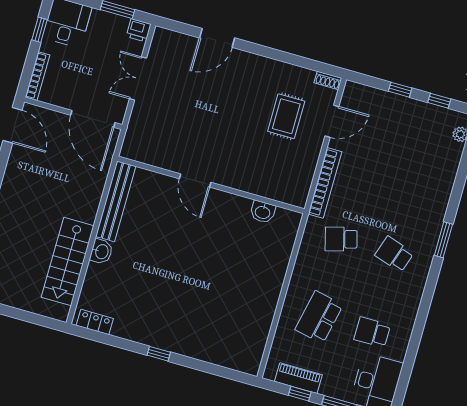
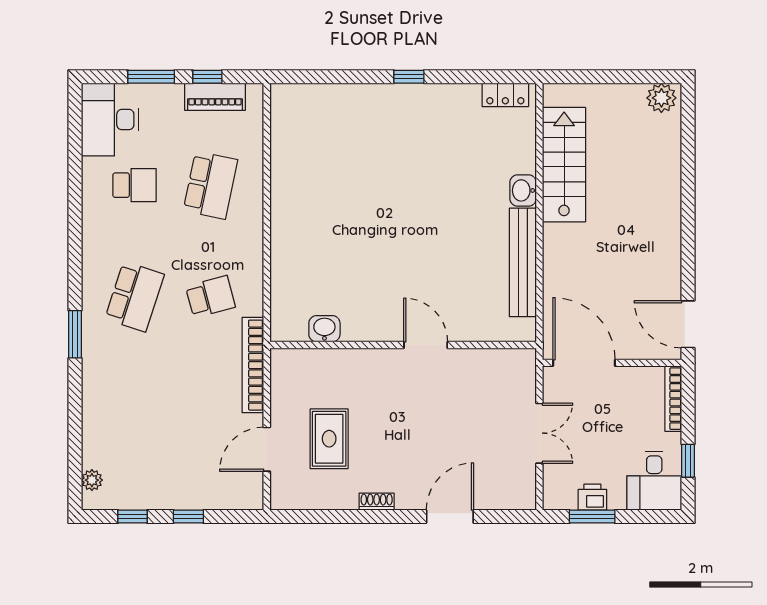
printer: (139, 30) -> (592, 497), moved
shoe rack: (328, 80) -> (377, 502), moved
door: (195, 181) -> (426, 345), moved
wall: (211, 185) -> (403, 345), moved
washbasin: (263, 212) -> (324, 329), moved
school desk: (394, 254) -> (135, 297), width x1.85

